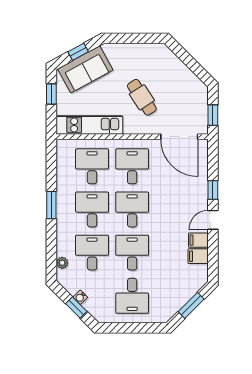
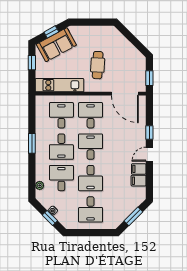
cafe table: (142, 97) -> (98, 65), turned 36
desk: (92, 209) -> (61, 147), turned 180
desk: (132, 253) -> (91, 178), turned 180

